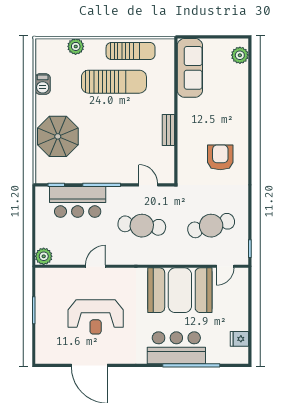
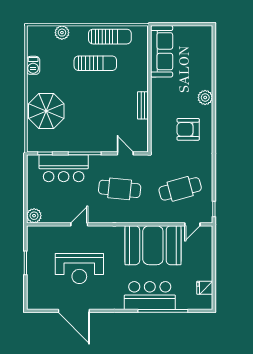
plant: (240, 55) -> (205, 97), moved
sun lounger: (114, 82) -> (95, 63), width x0.73, depth x0.75
armchair: (220, 157) -> (188, 129), turned -90

